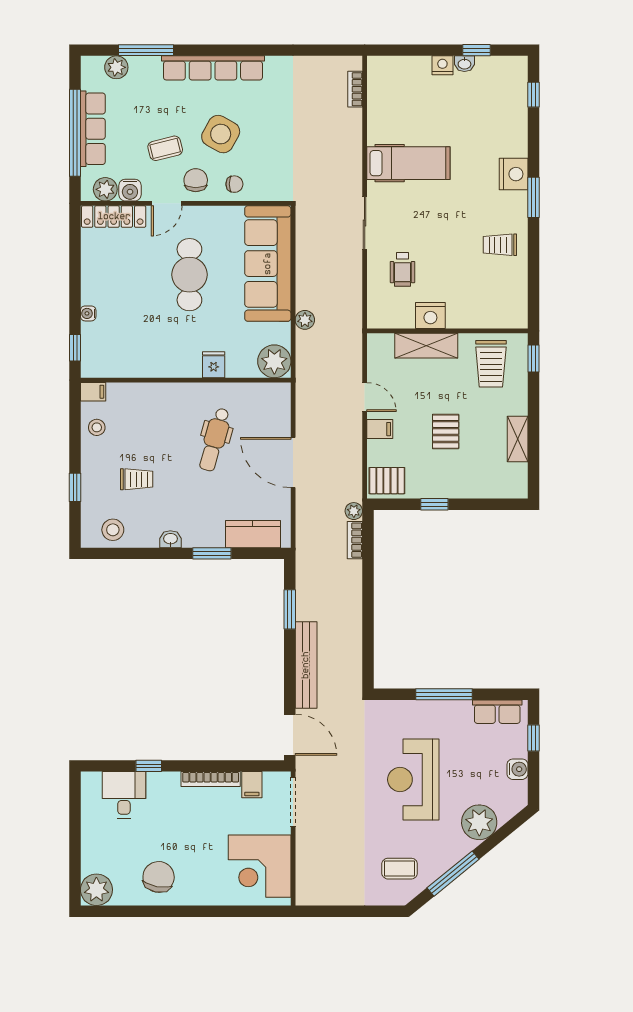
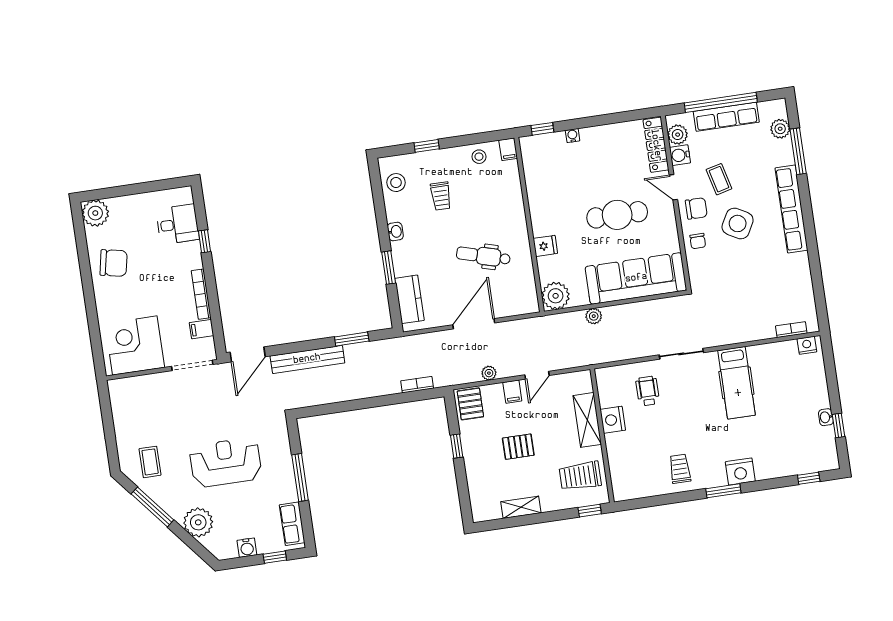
nightstand: (442, 65) -> (807, 345), moved, turned -90
wheelchair: (403, 269) -> (648, 391), turned 90
plant: (354, 511) -> (489, 373), moved

